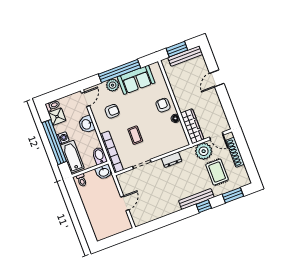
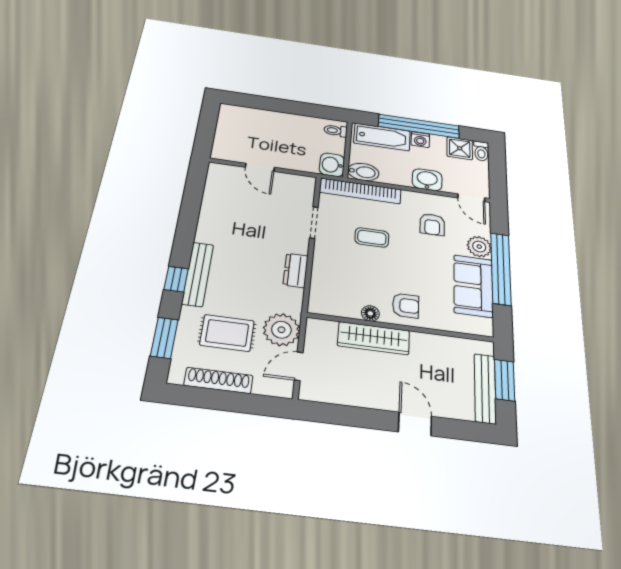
wardrobe: (192, 126) -> (374, 338), moved
shoe rack: (235, 152) -> (219, 380), moved

